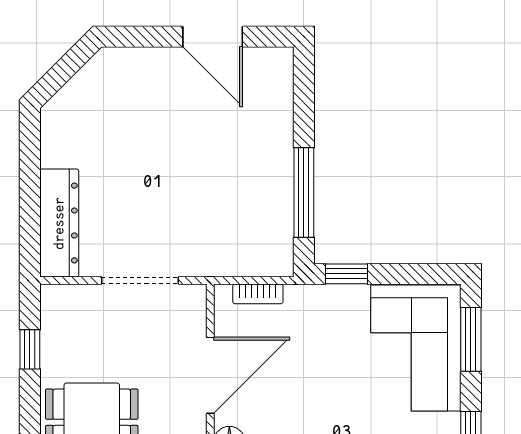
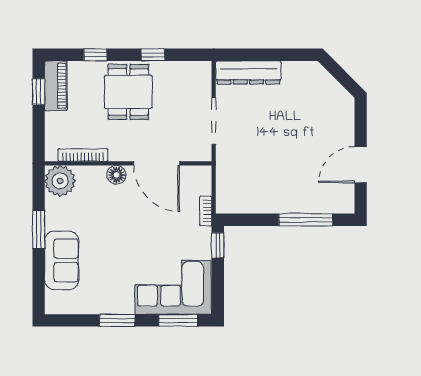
window: (304, 193) -> (306, 220), moved
bookcase: (258, 294) -> (206, 211), moved
window: (30, 349) -> (153, 55), moved

